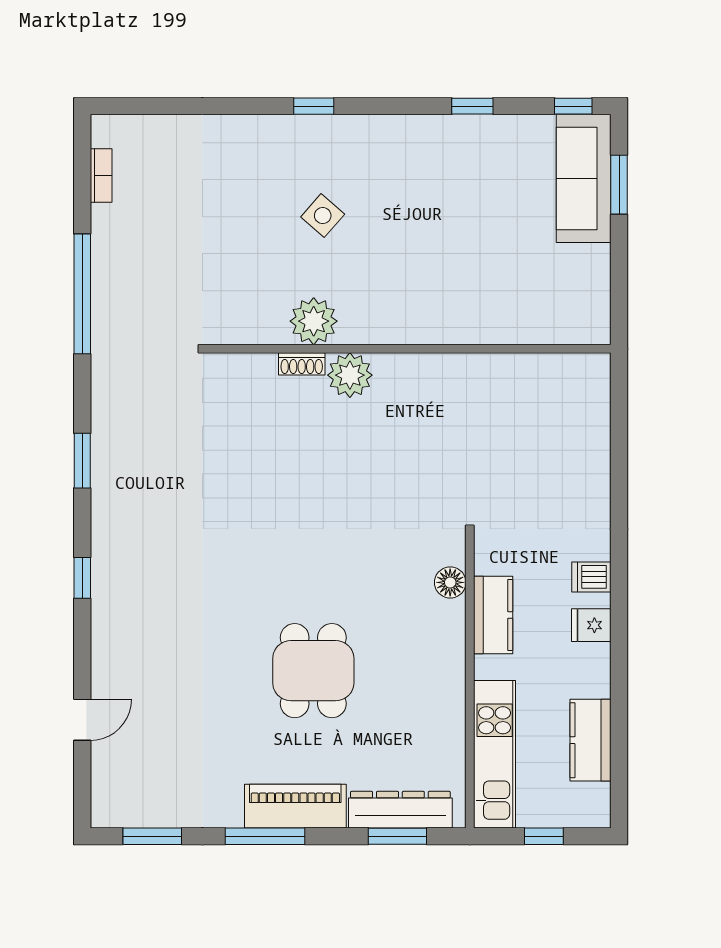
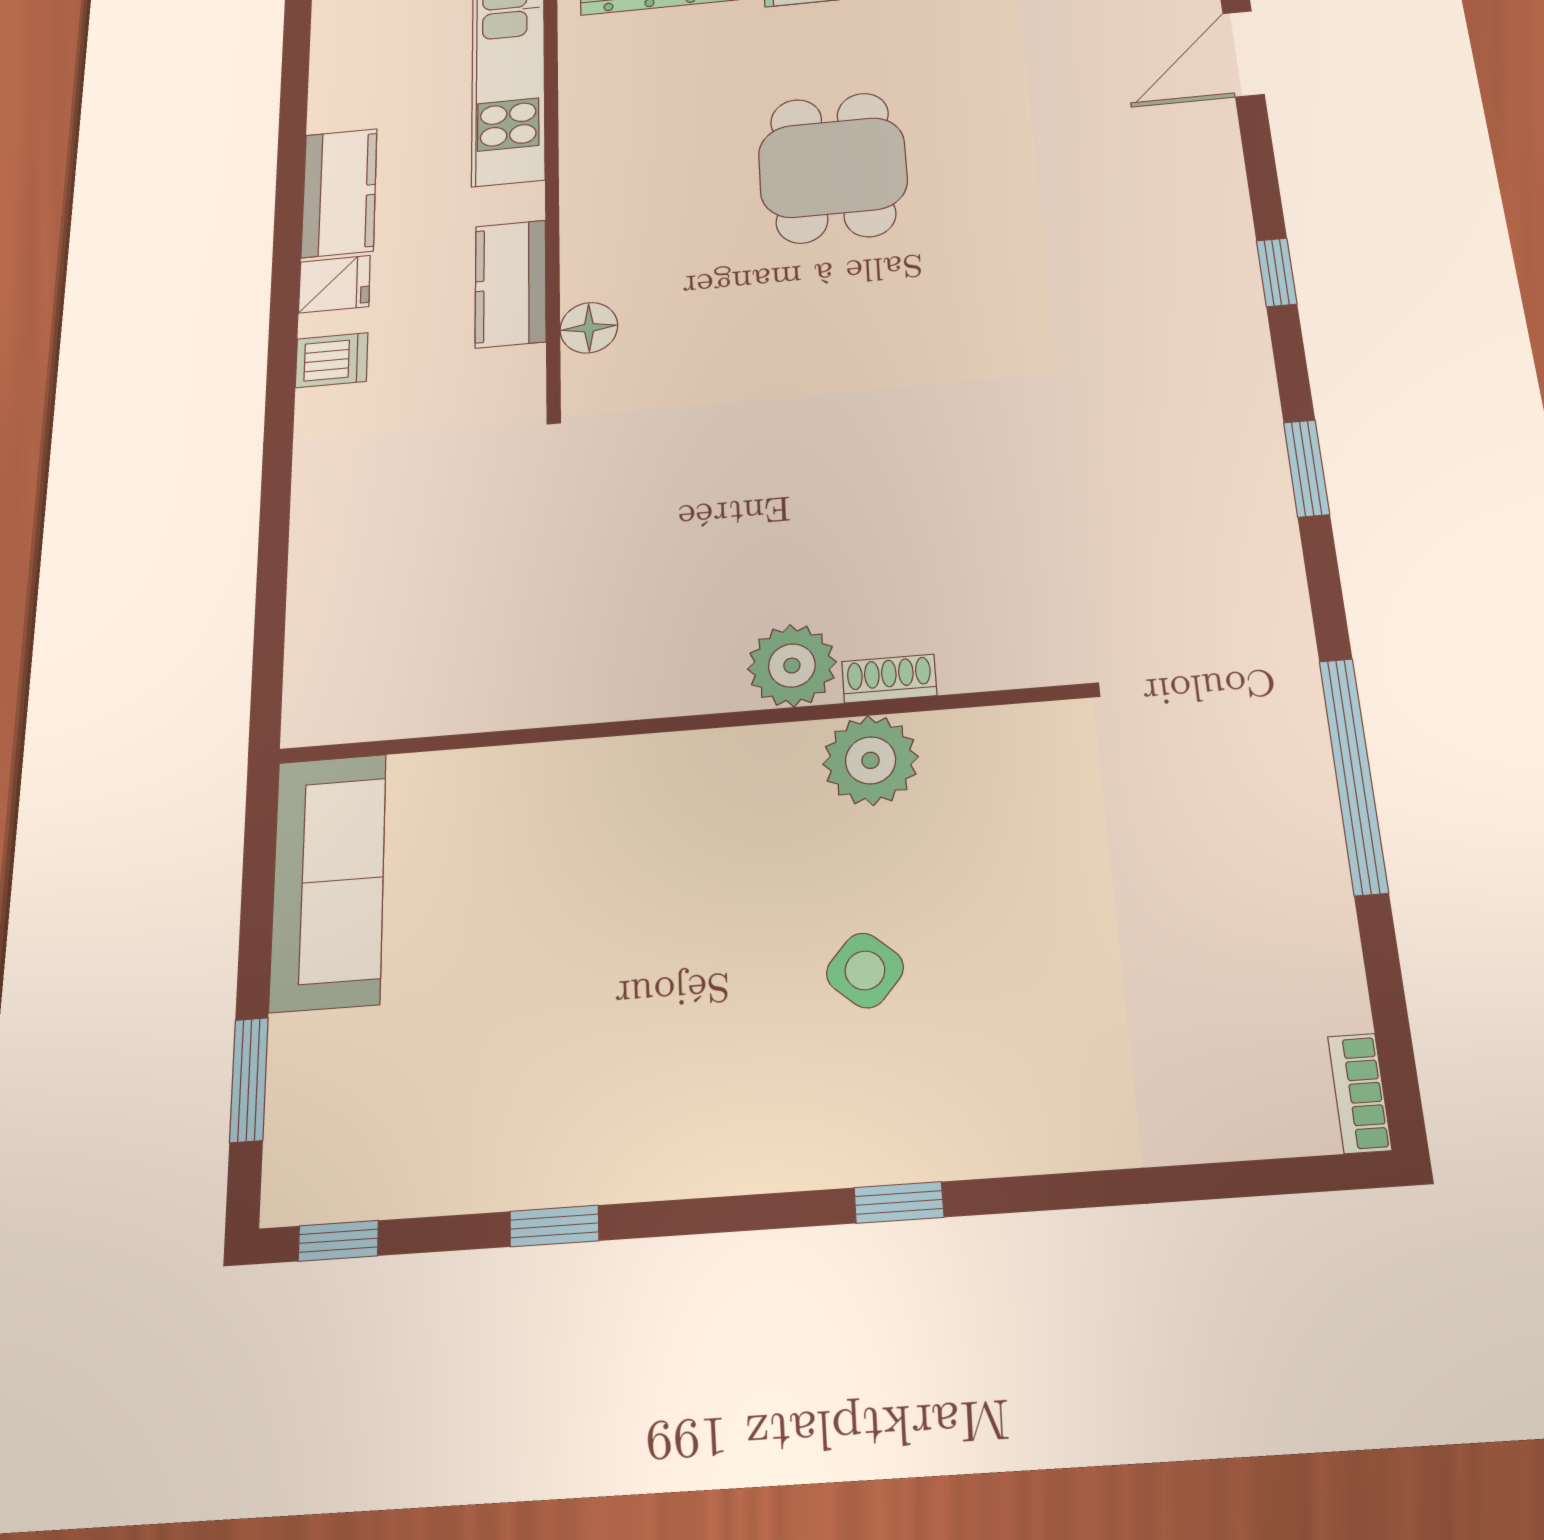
bookcase: (101, 176) -> (1360, 1093), moved
sofa: (584, 178) -> (328, 881), moved
door: (82, 720) -> (1243, 54), width x1.38
kitchen counter: (590, 740) -> (339, 193), moved

